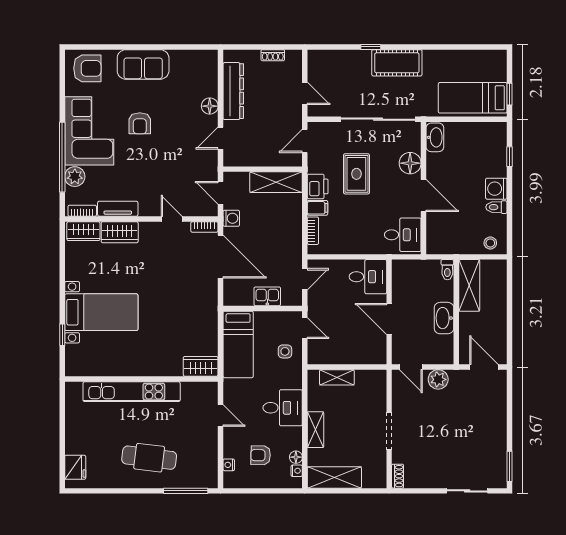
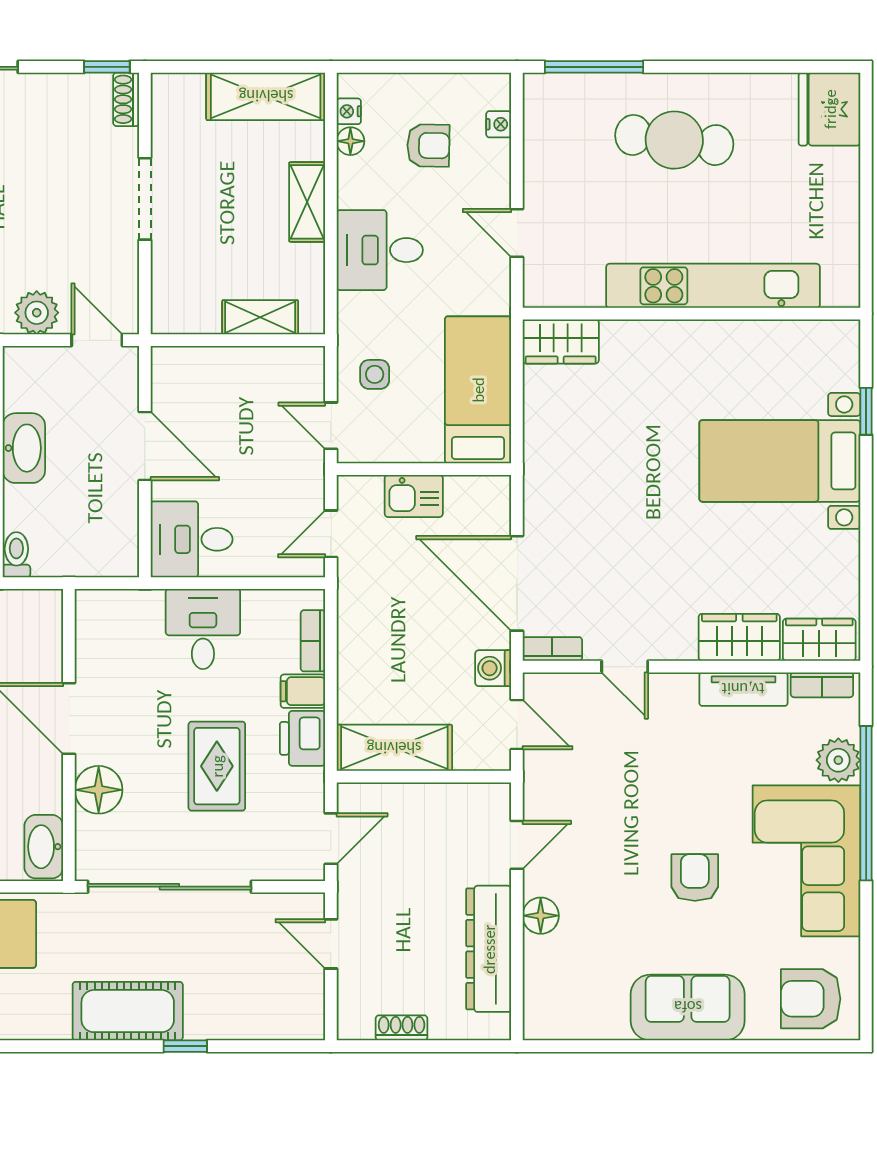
desk: (403, 235) -> (203, 629), moved, turned 90
fridge: (75, 467) -> (830, 109), width x1.36, depth x1.34
window: (406, 491) -> (107, 67), added

